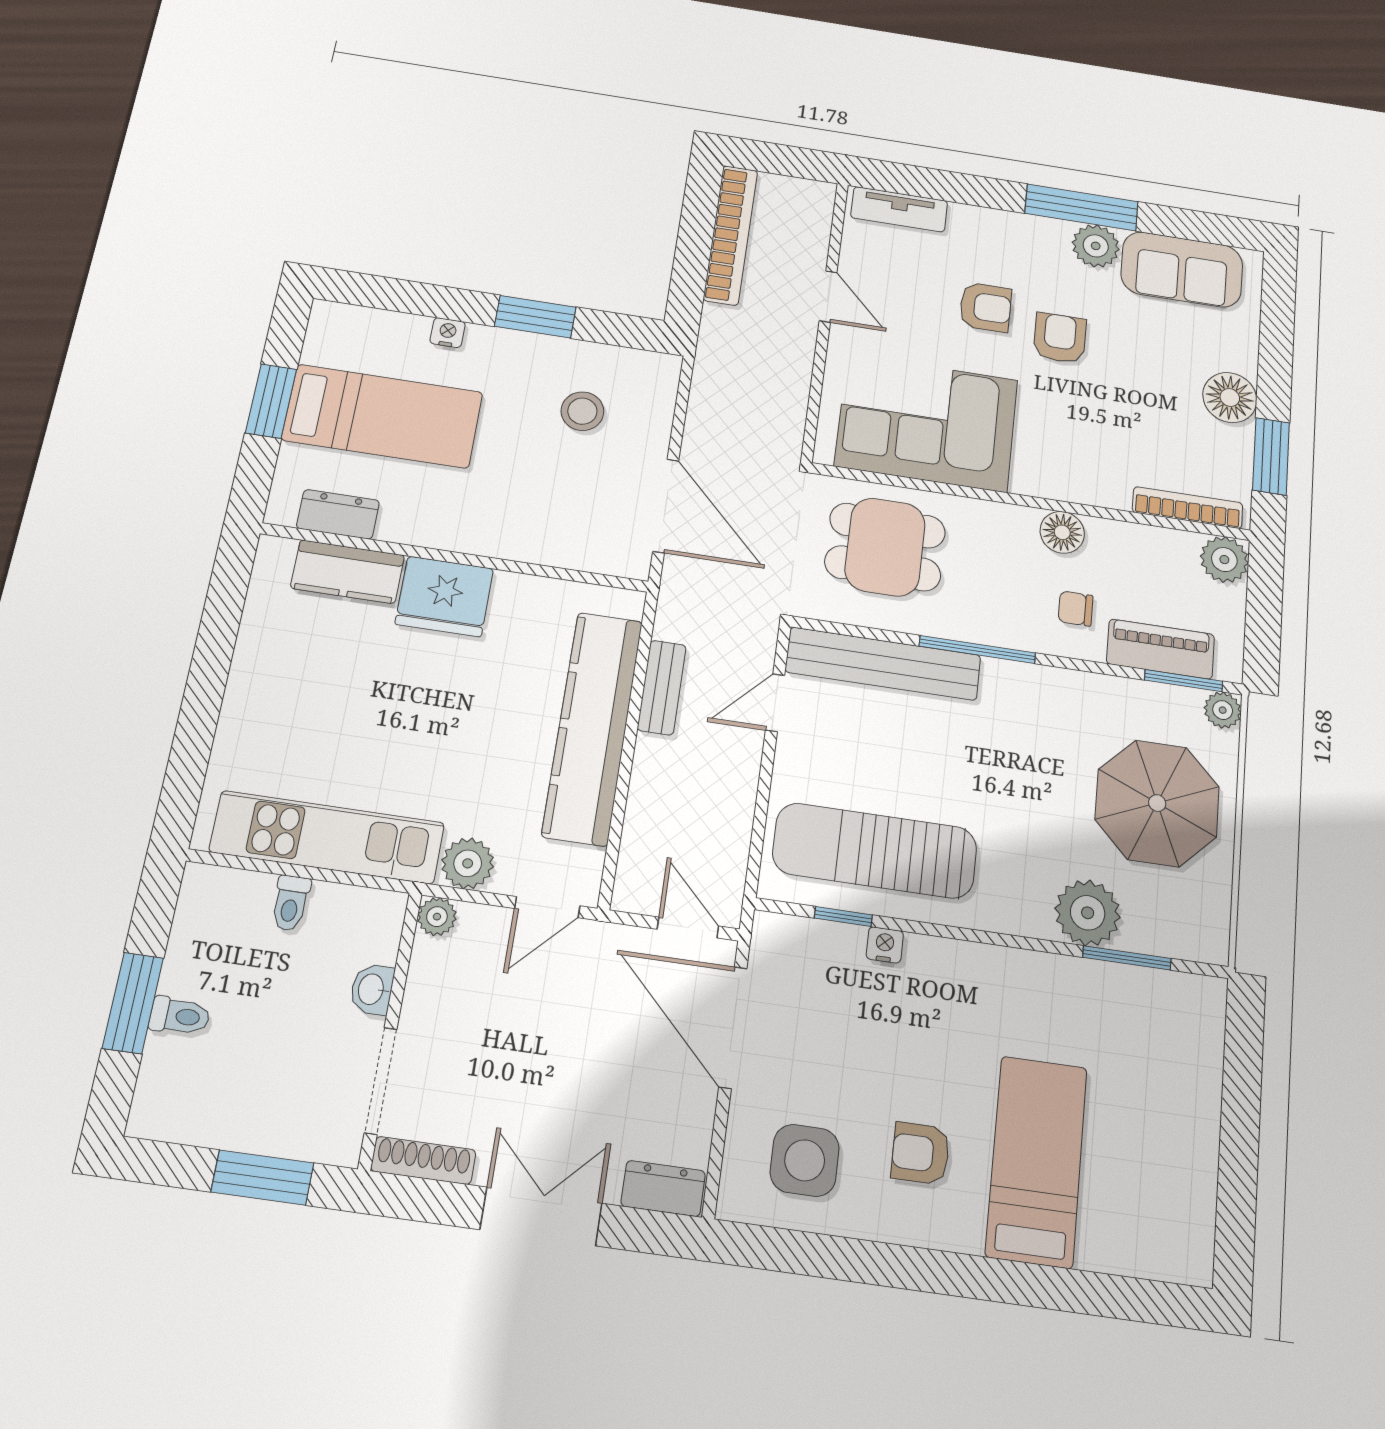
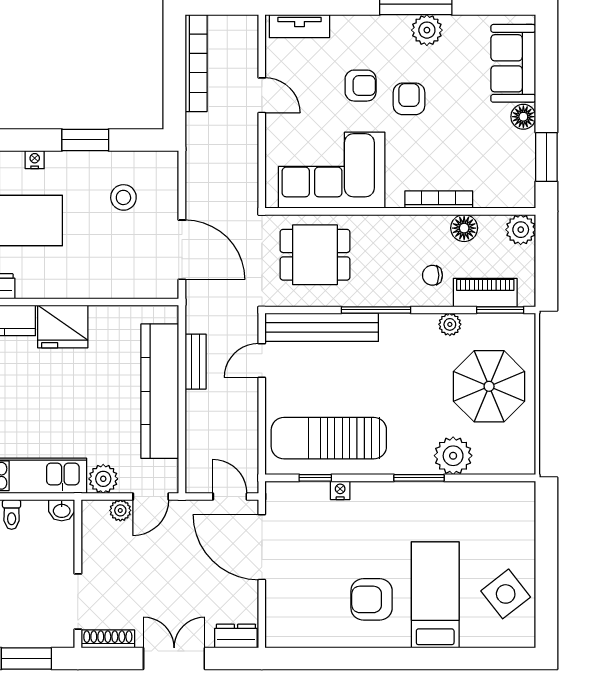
sofa: (1182, 269) -> (513, 63), moved, turned 90
floor lamp: (1230, 397) -> (523, 117), width x0.73, depth x0.73
bookcase: (1188, 508) -> (439, 200), moved
floor lamp: (1062, 532) -> (464, 228), moved
plant: (1223, 710) -> (450, 324), moved
plant: (437, 917) -> (120, 510), moved
window: (1127, 958) -> (419, 478), moved
washbasin: (372, 989) -> (62, 510), moved, turned -90
armchair: (920, 1153) -> (372, 599), width x1.38, depth x1.38
side table: (805, 1160) -> (506, 594), moved, turned -38

